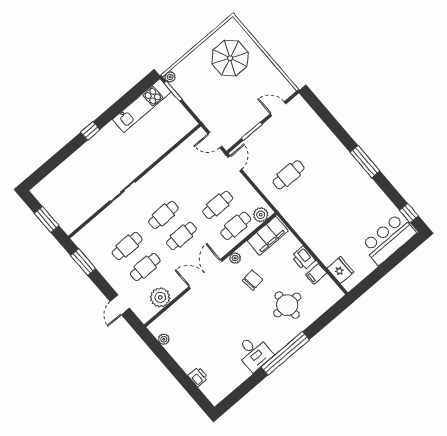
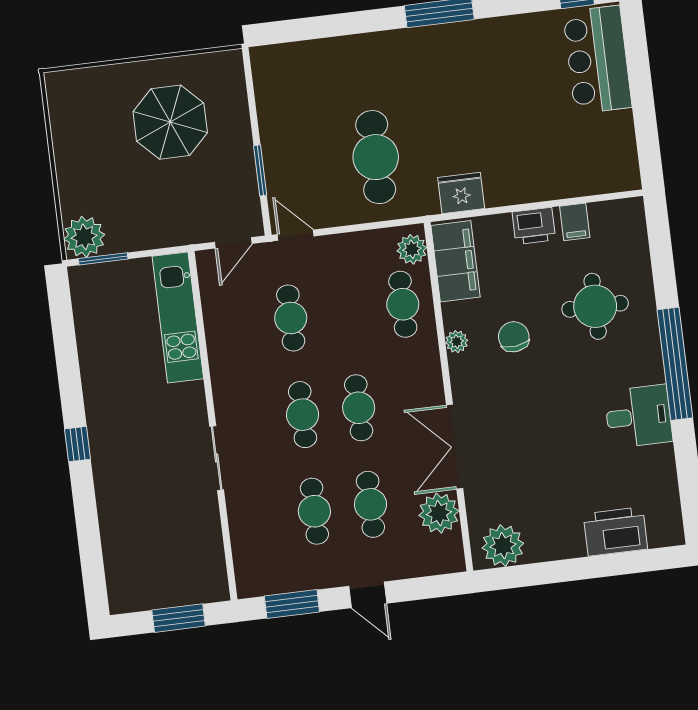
parasol: (230, 58) -> (170, 122), moved
plant: (170, 77) -> (84, 237), width x1.88, depth x1.88
kitchen unit: (142, 106) -> (178, 317), moved, turned 180
door: (278, 109) -> (252, 101), removed
cafe table: (289, 175) -> (376, 157), width x1.37, depth x1.35
cafe table: (218, 205) -> (291, 318), moved
fridge: (340, 270) -> (461, 193), moved
double door: (205, 274) -> (455, 447), moved
door: (120, 305) -> (368, 595), moved
plant: (164, 339) -> (503, 546), width x1.88, depth x1.88
printer: (198, 377) -> (615, 531), width x1.87, depth x1.48

